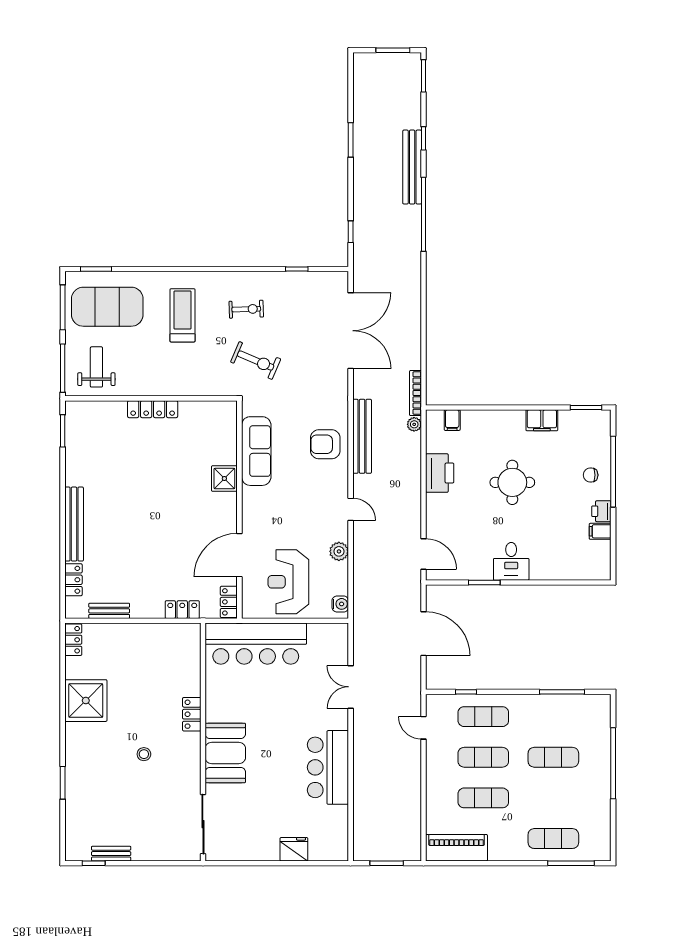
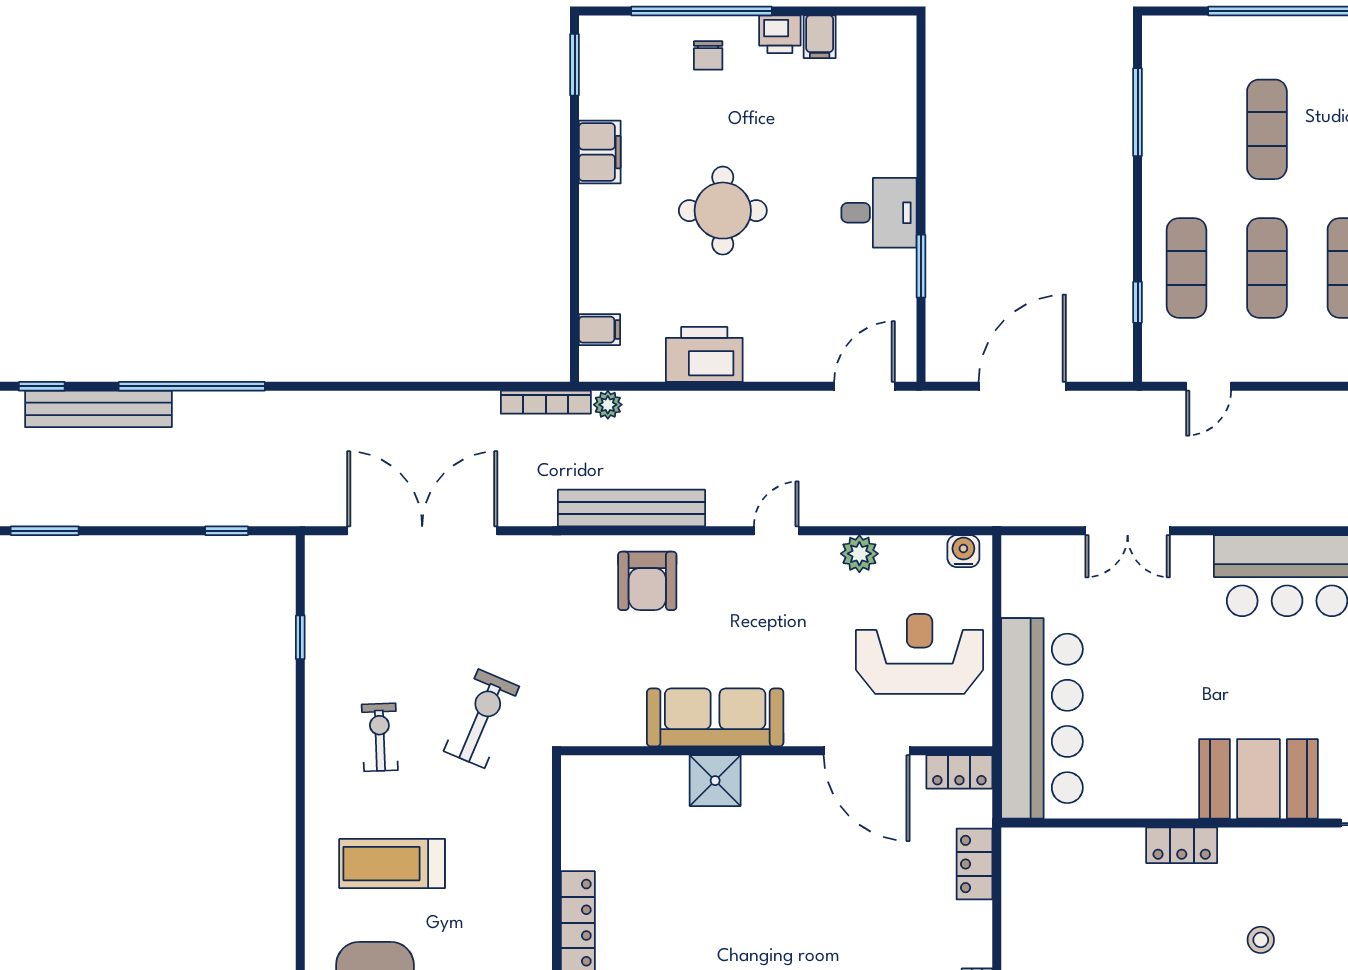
sofa: (256, 451) -> (715, 717), moved
reception desk: (288, 582) -> (920, 654), turned 180

